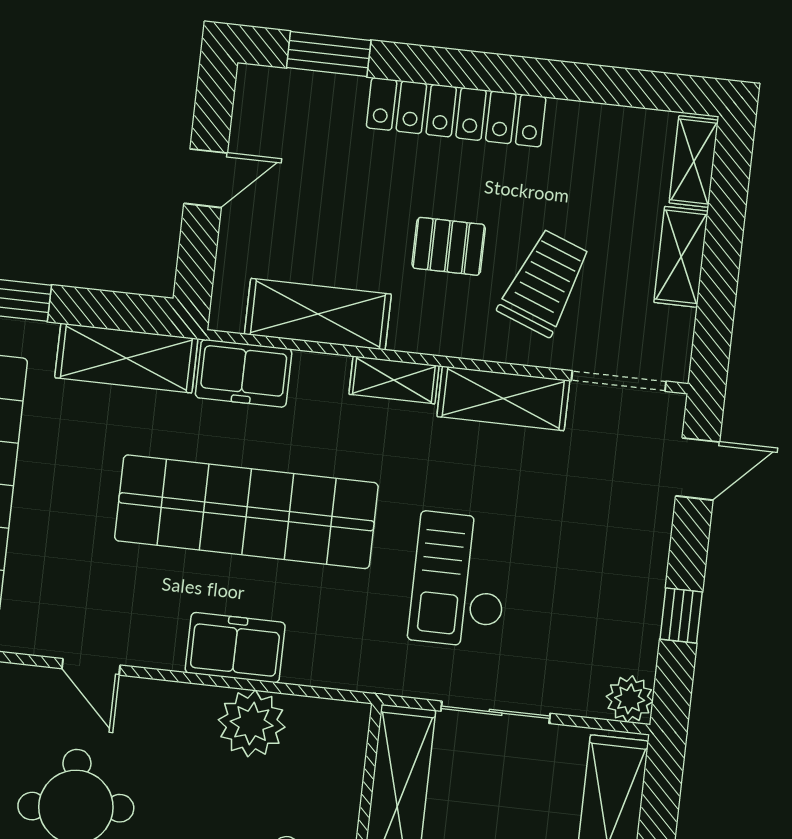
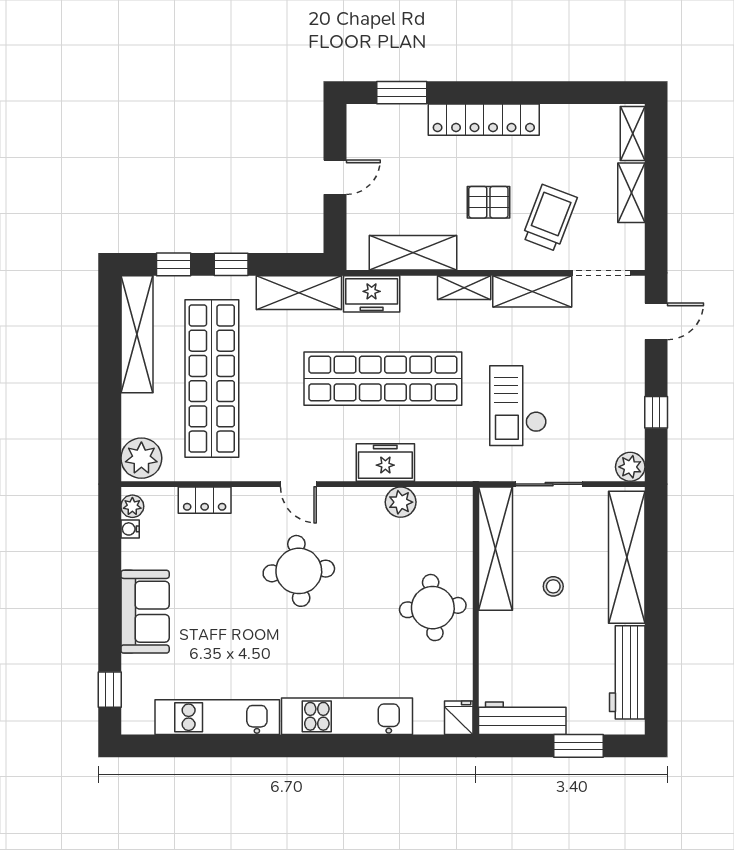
plant: (252, 723) -> (401, 502), width x0.73, depth x0.73

